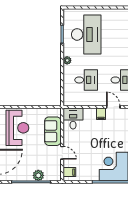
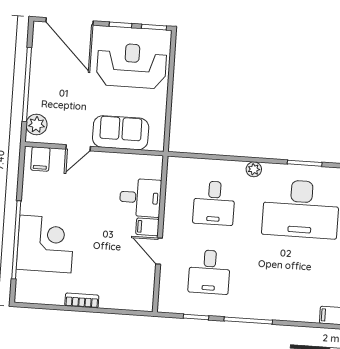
door: (113, 107) -> (159, 251), swing flipped
desk: (73, 119) -> (140, 198), moved
reception desk: (17, 128) -> (132, 66), turned 180
plant: (38, 175) -> (37, 125), moved

